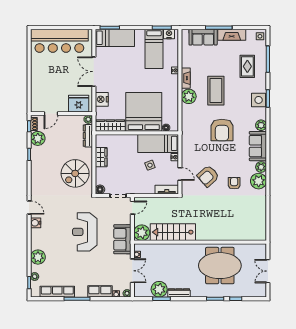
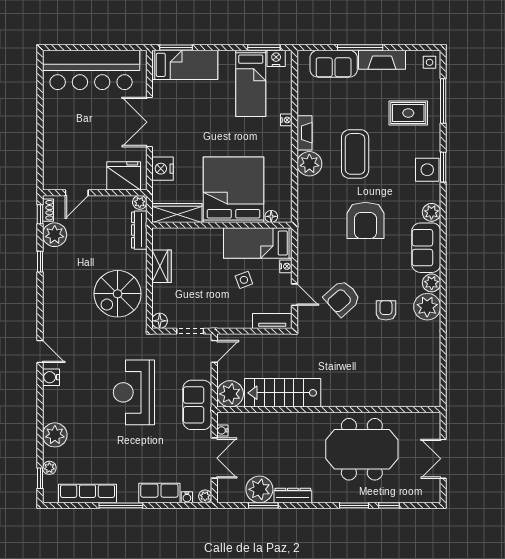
rug: (247, 66) -> (408, 113), turned 90

